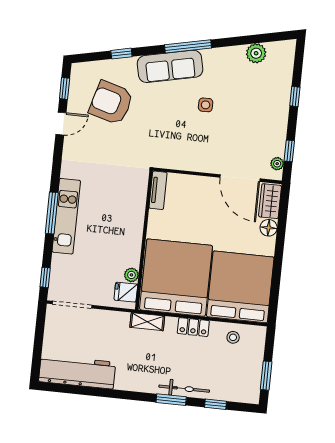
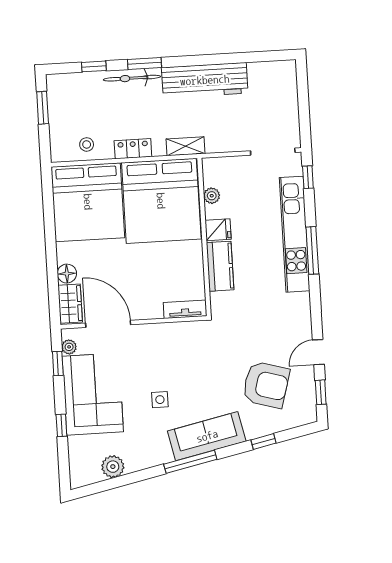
corner sofa: (263, 119) -> (93, 394), added
tv unit: (158, 190) -> (185, 309), moved, turned 90
kitchen counter: (134, 212) -> (220, 266), added
kitchen unit: (66, 216) -> (295, 234), width x1.36
fridge: (126, 292) -> (218, 230), moved
workbench: (77, 372) -> (205, 80), moved

